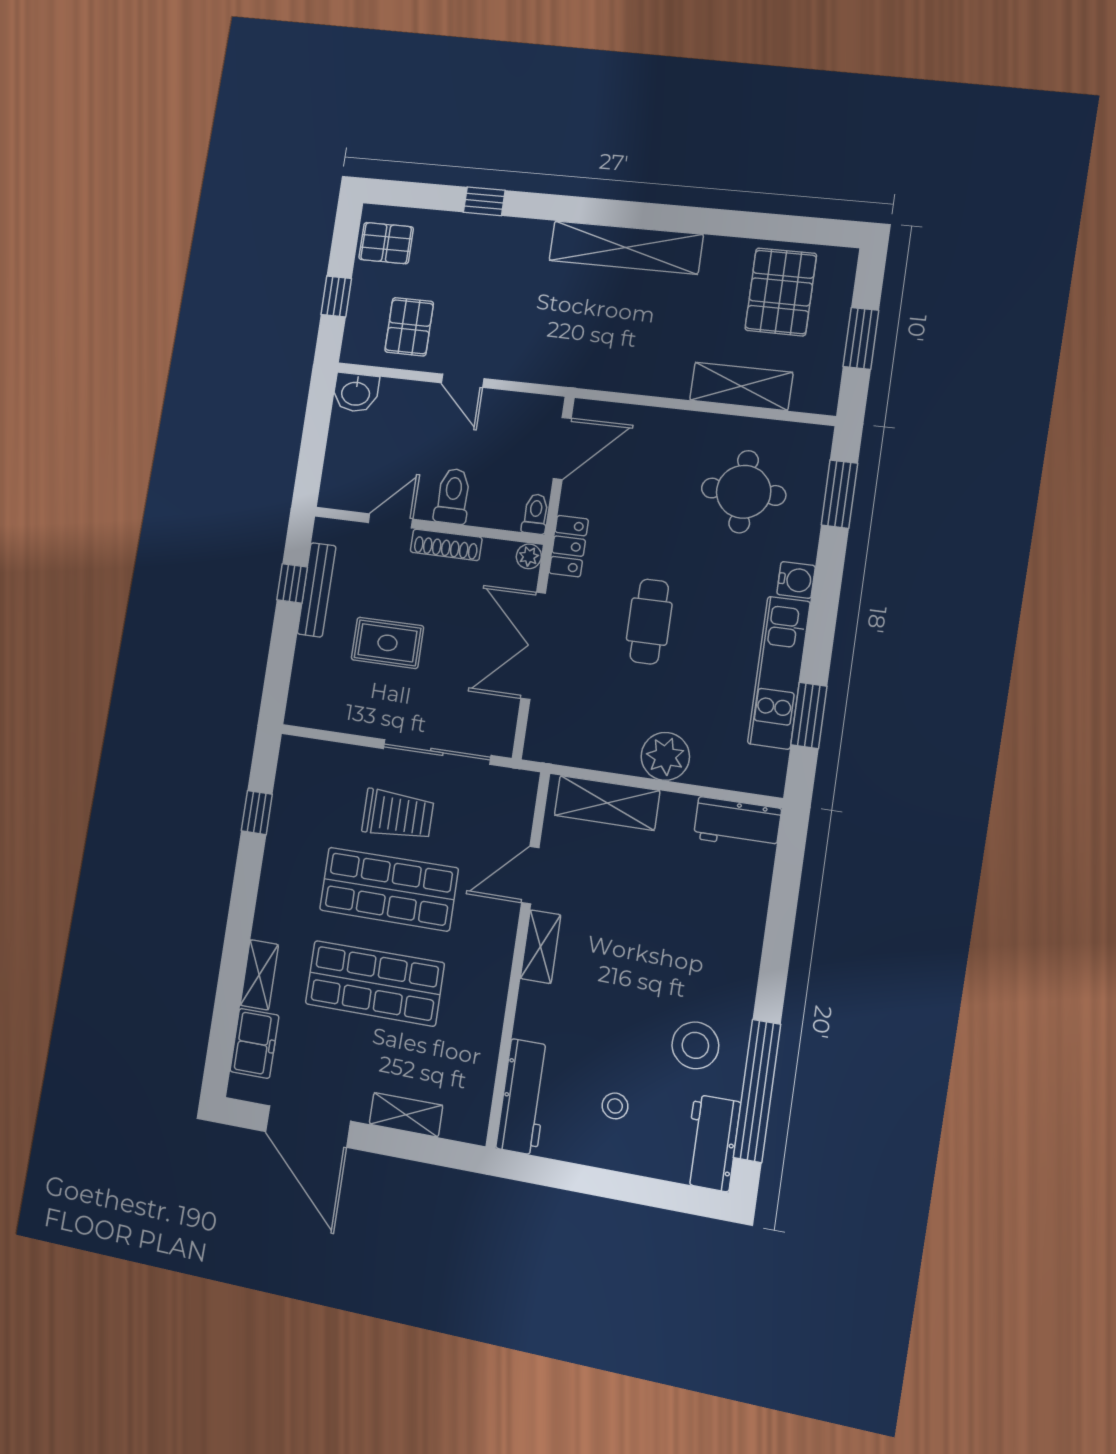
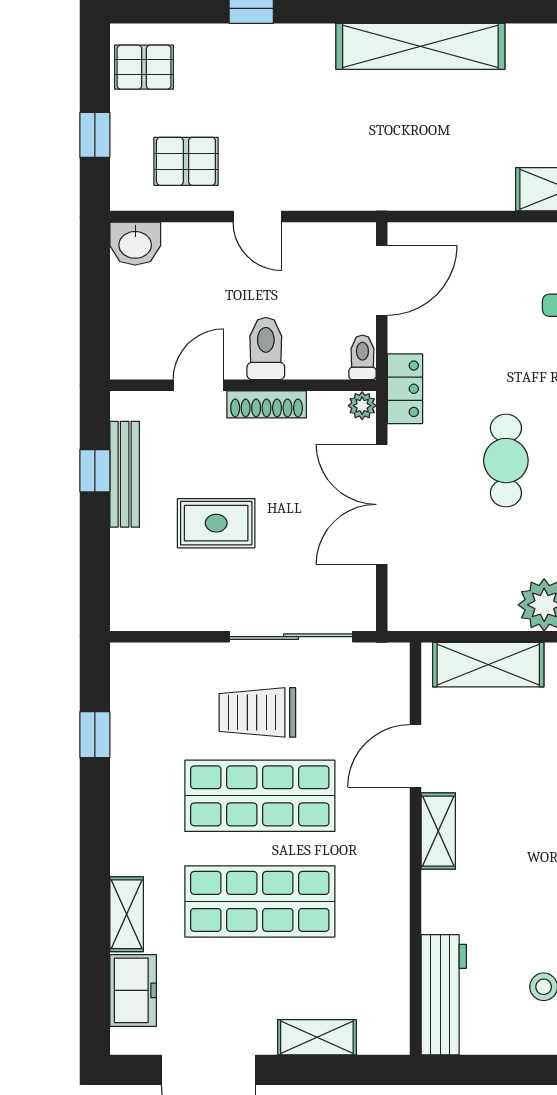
pallet: (409, 327) -> (186, 161), turned 90
trolley: (398, 815) -> (257, 712), turned 180

